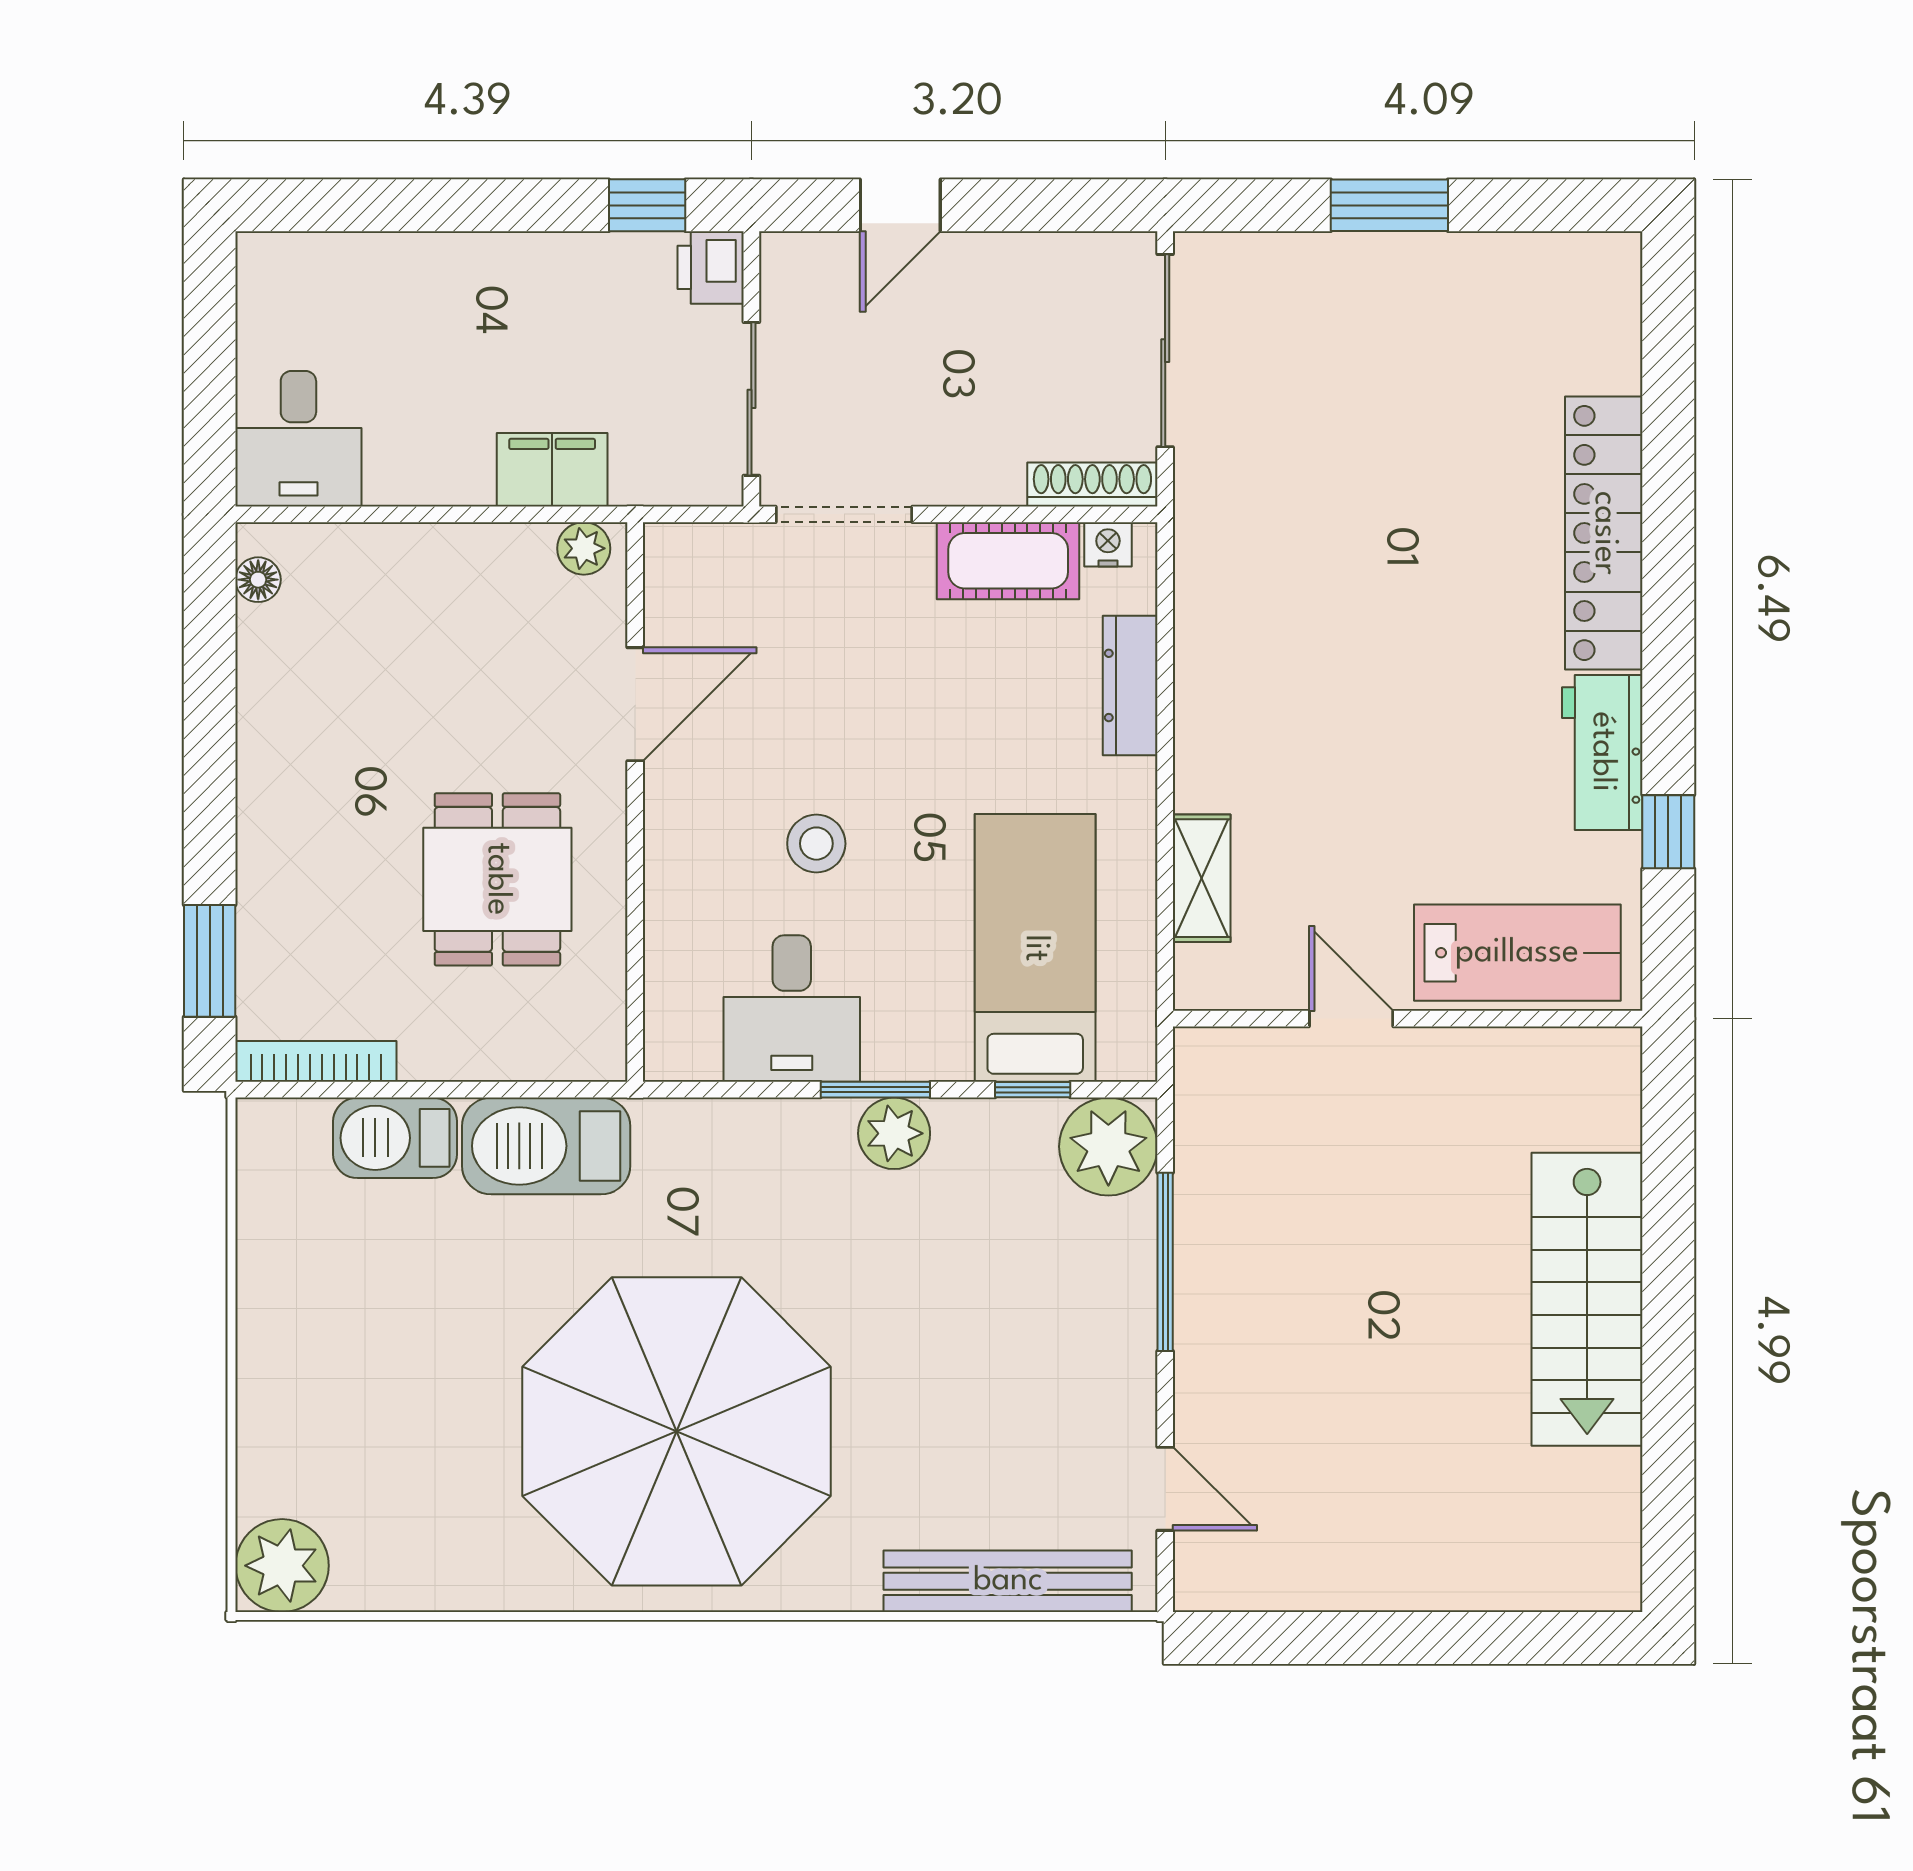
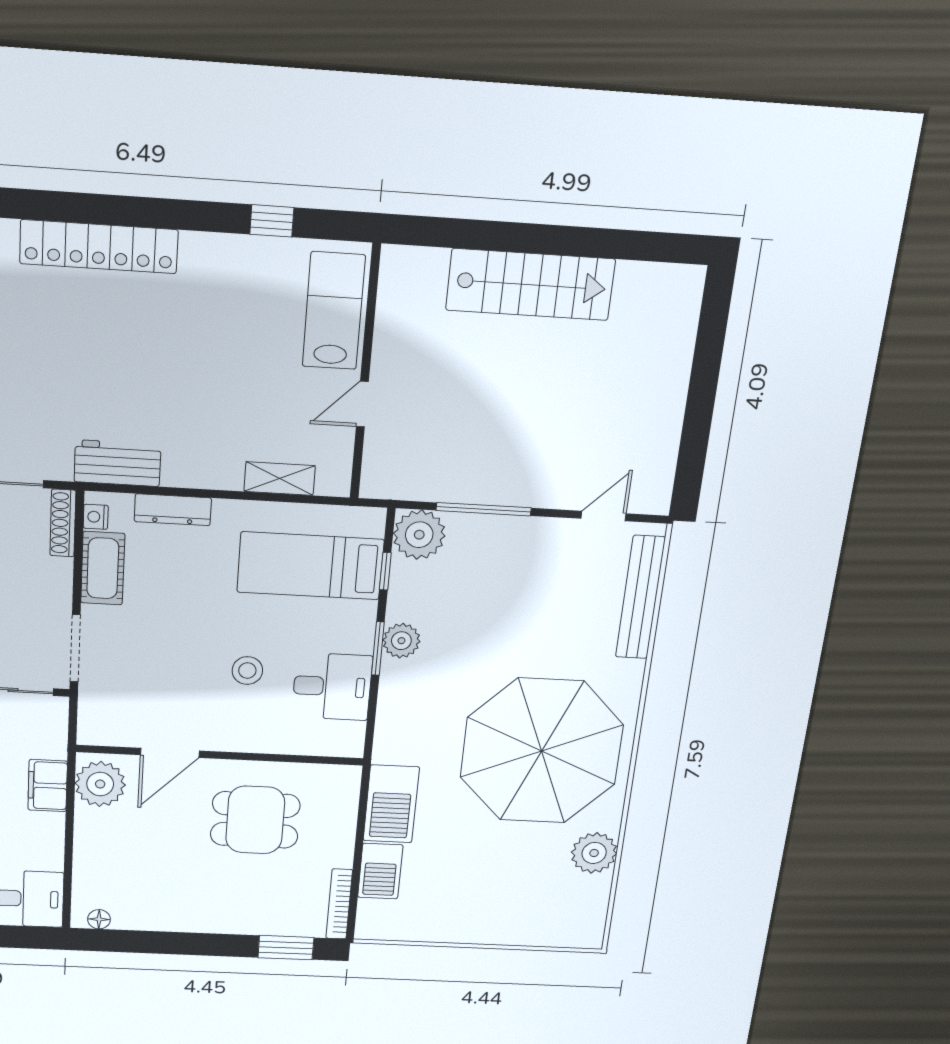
plant: (584, 548) -> (100, 784), width x1.88, depth x1.88
door: (635, 704) -> (170, 753), swing flipped
workbench: (1602, 752) -> (118, 463), moved, turned 180
plant: (282, 1566) -> (594, 853), moved

